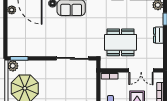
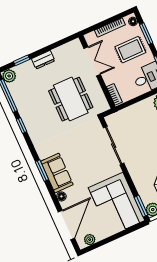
corner sofa: (29, 41) -> (116, 204), added

